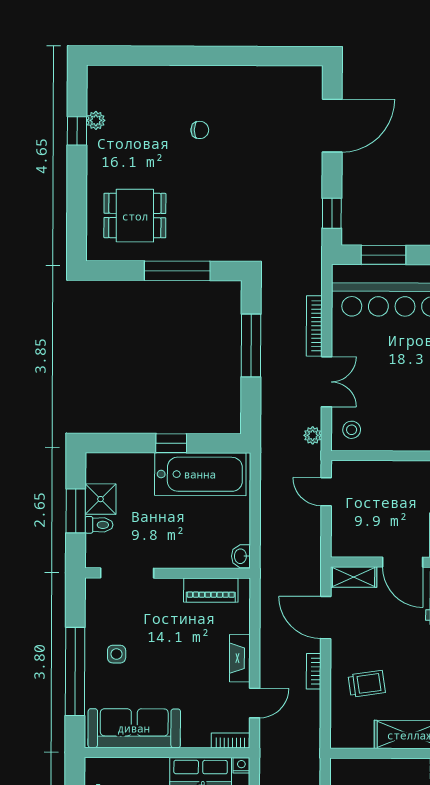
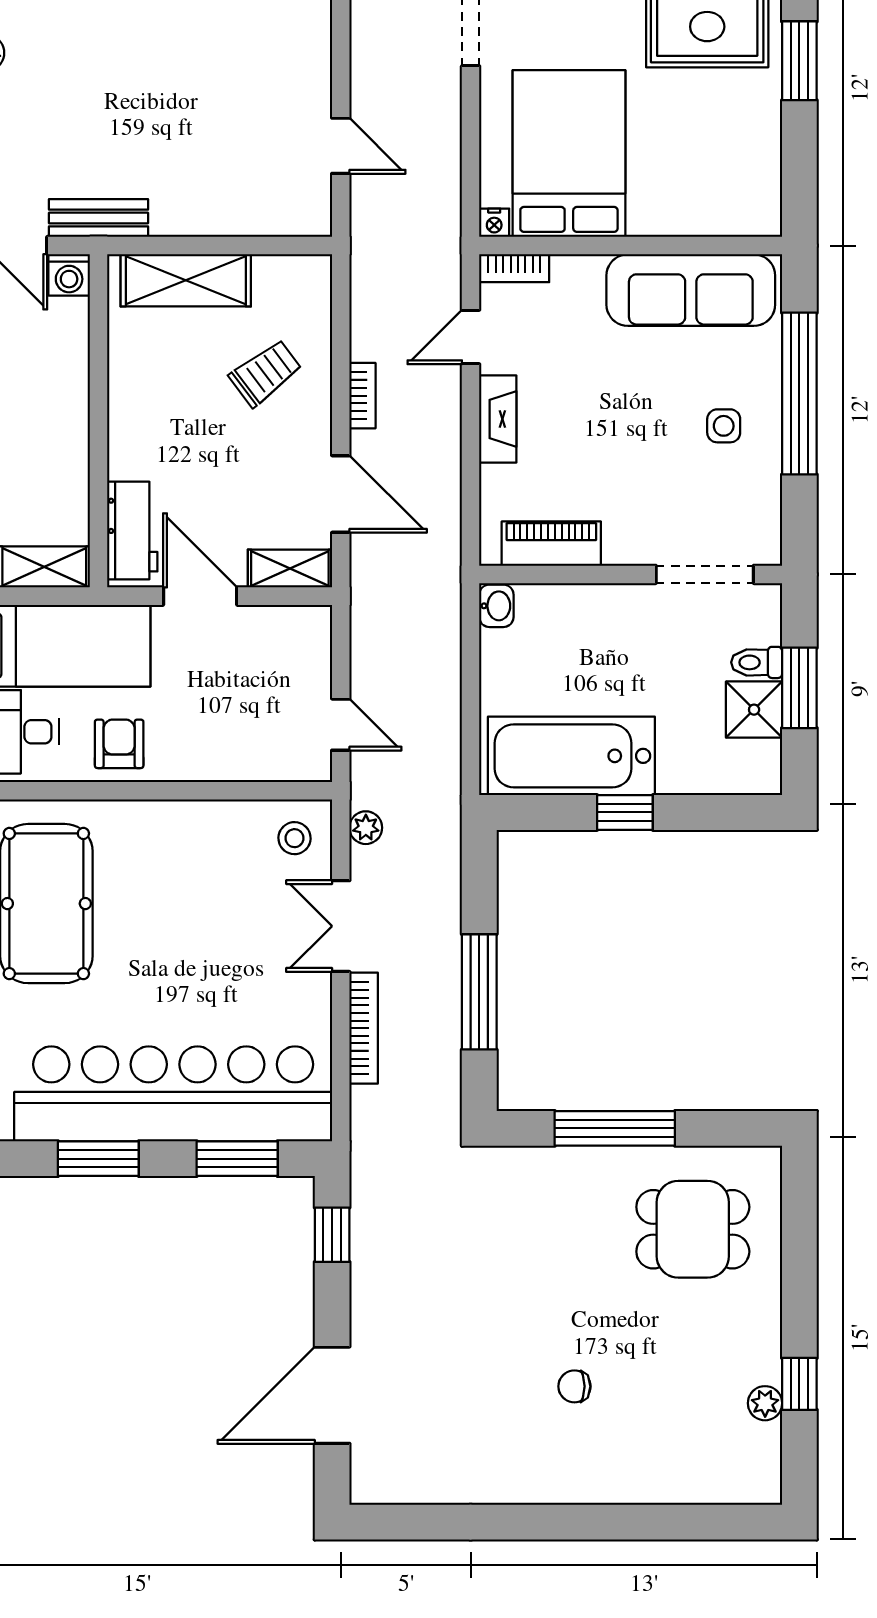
trolley: (367, 684) -> (265, 373), turned 151

